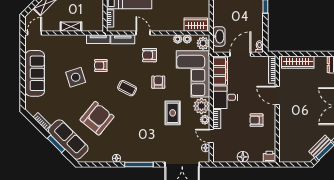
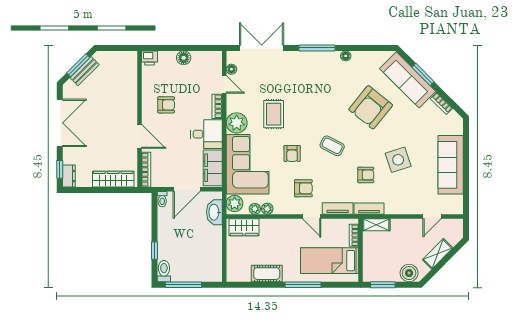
shelving: (71, 27) -> (376, 225), moved
door: (34, 33) -> (432, 217), moved
plant: (205, 120) -> (232, 105), removed

